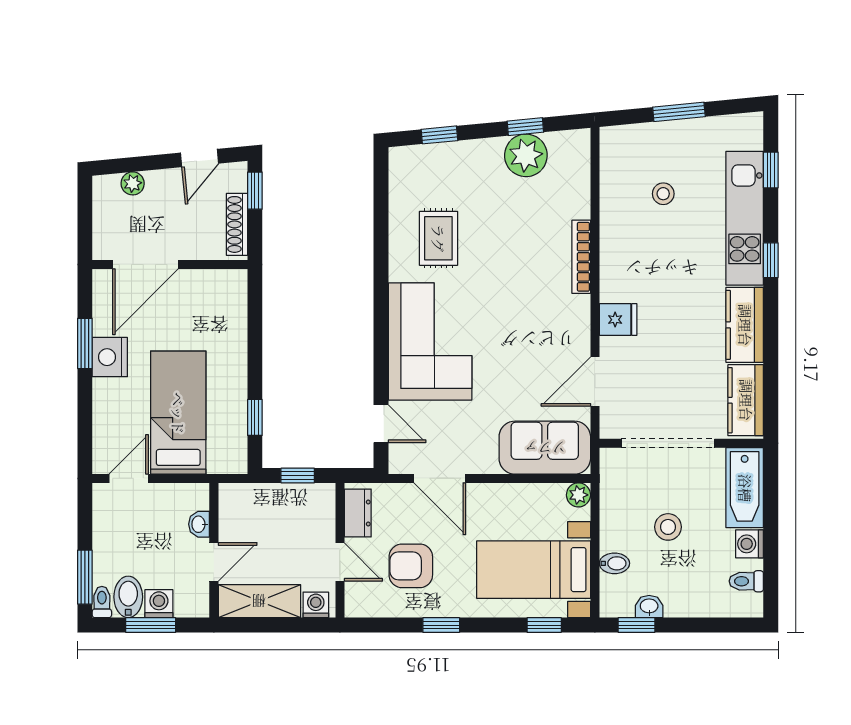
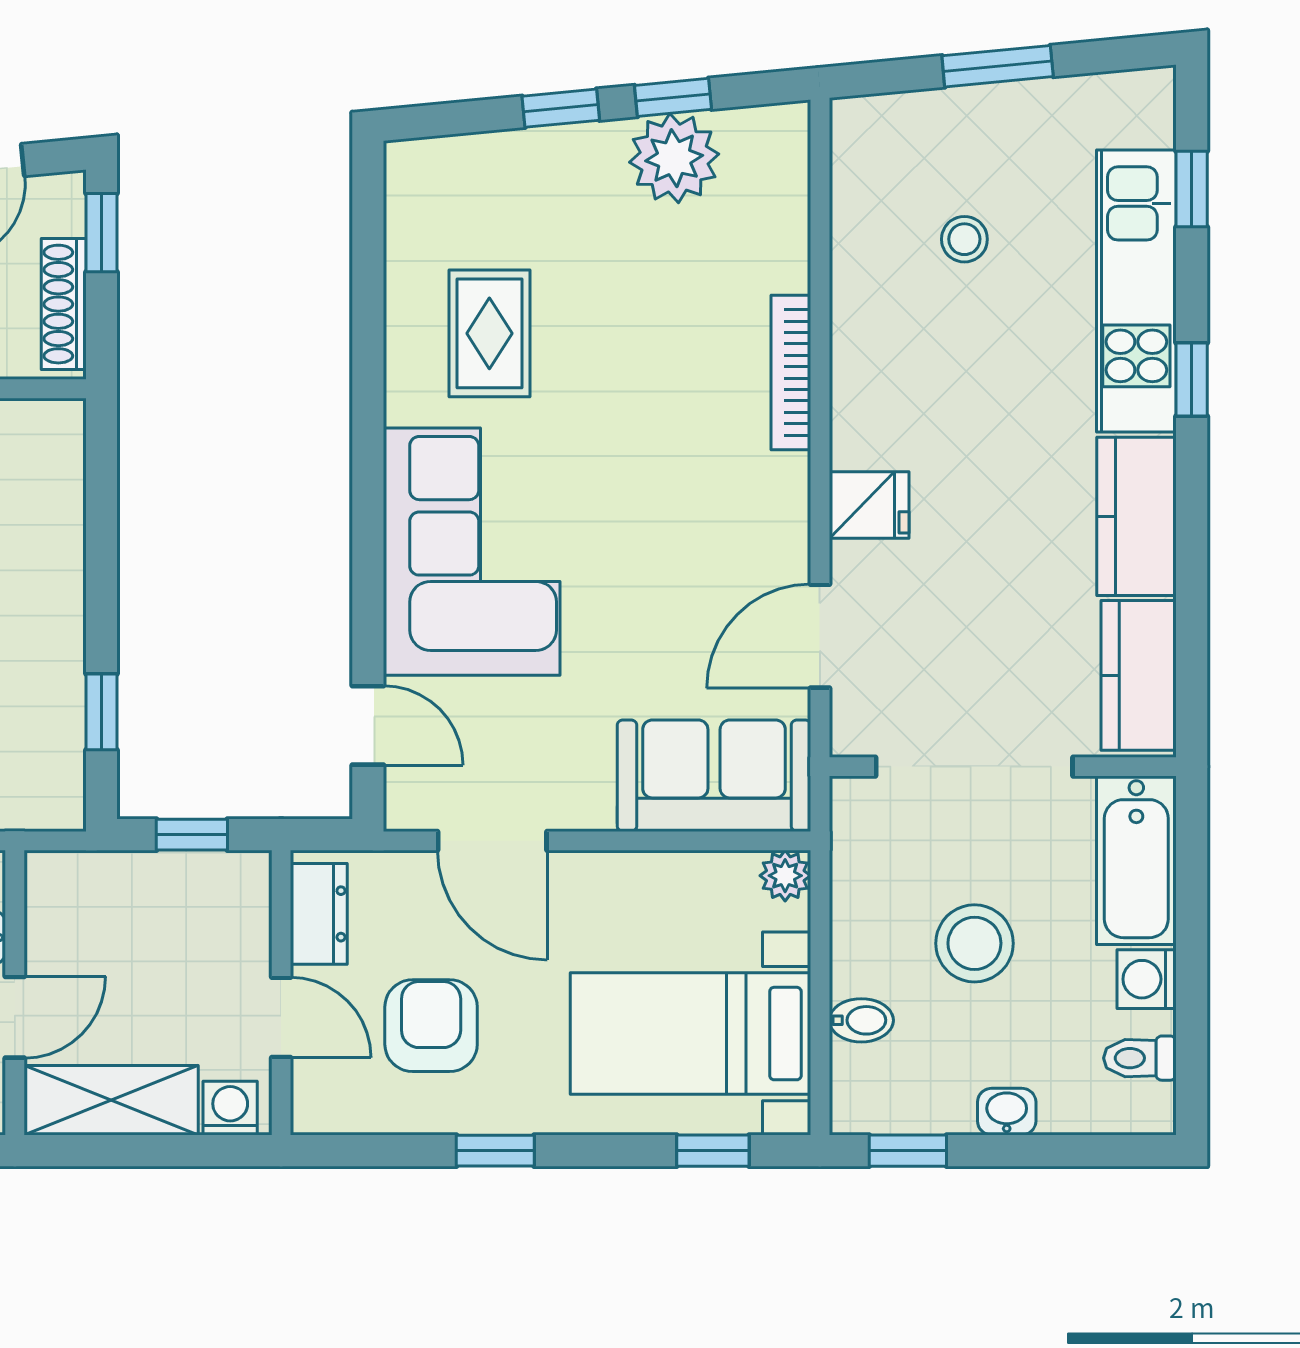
window: (439, 135) -> (561, 108), moved
stool: (668, 527) -> (974, 943), width x1.38, depth x1.38
armchair: (411, 566) -> (431, 1026), turned 90
washbasin: (649, 607) -> (1007, 1112), moved

